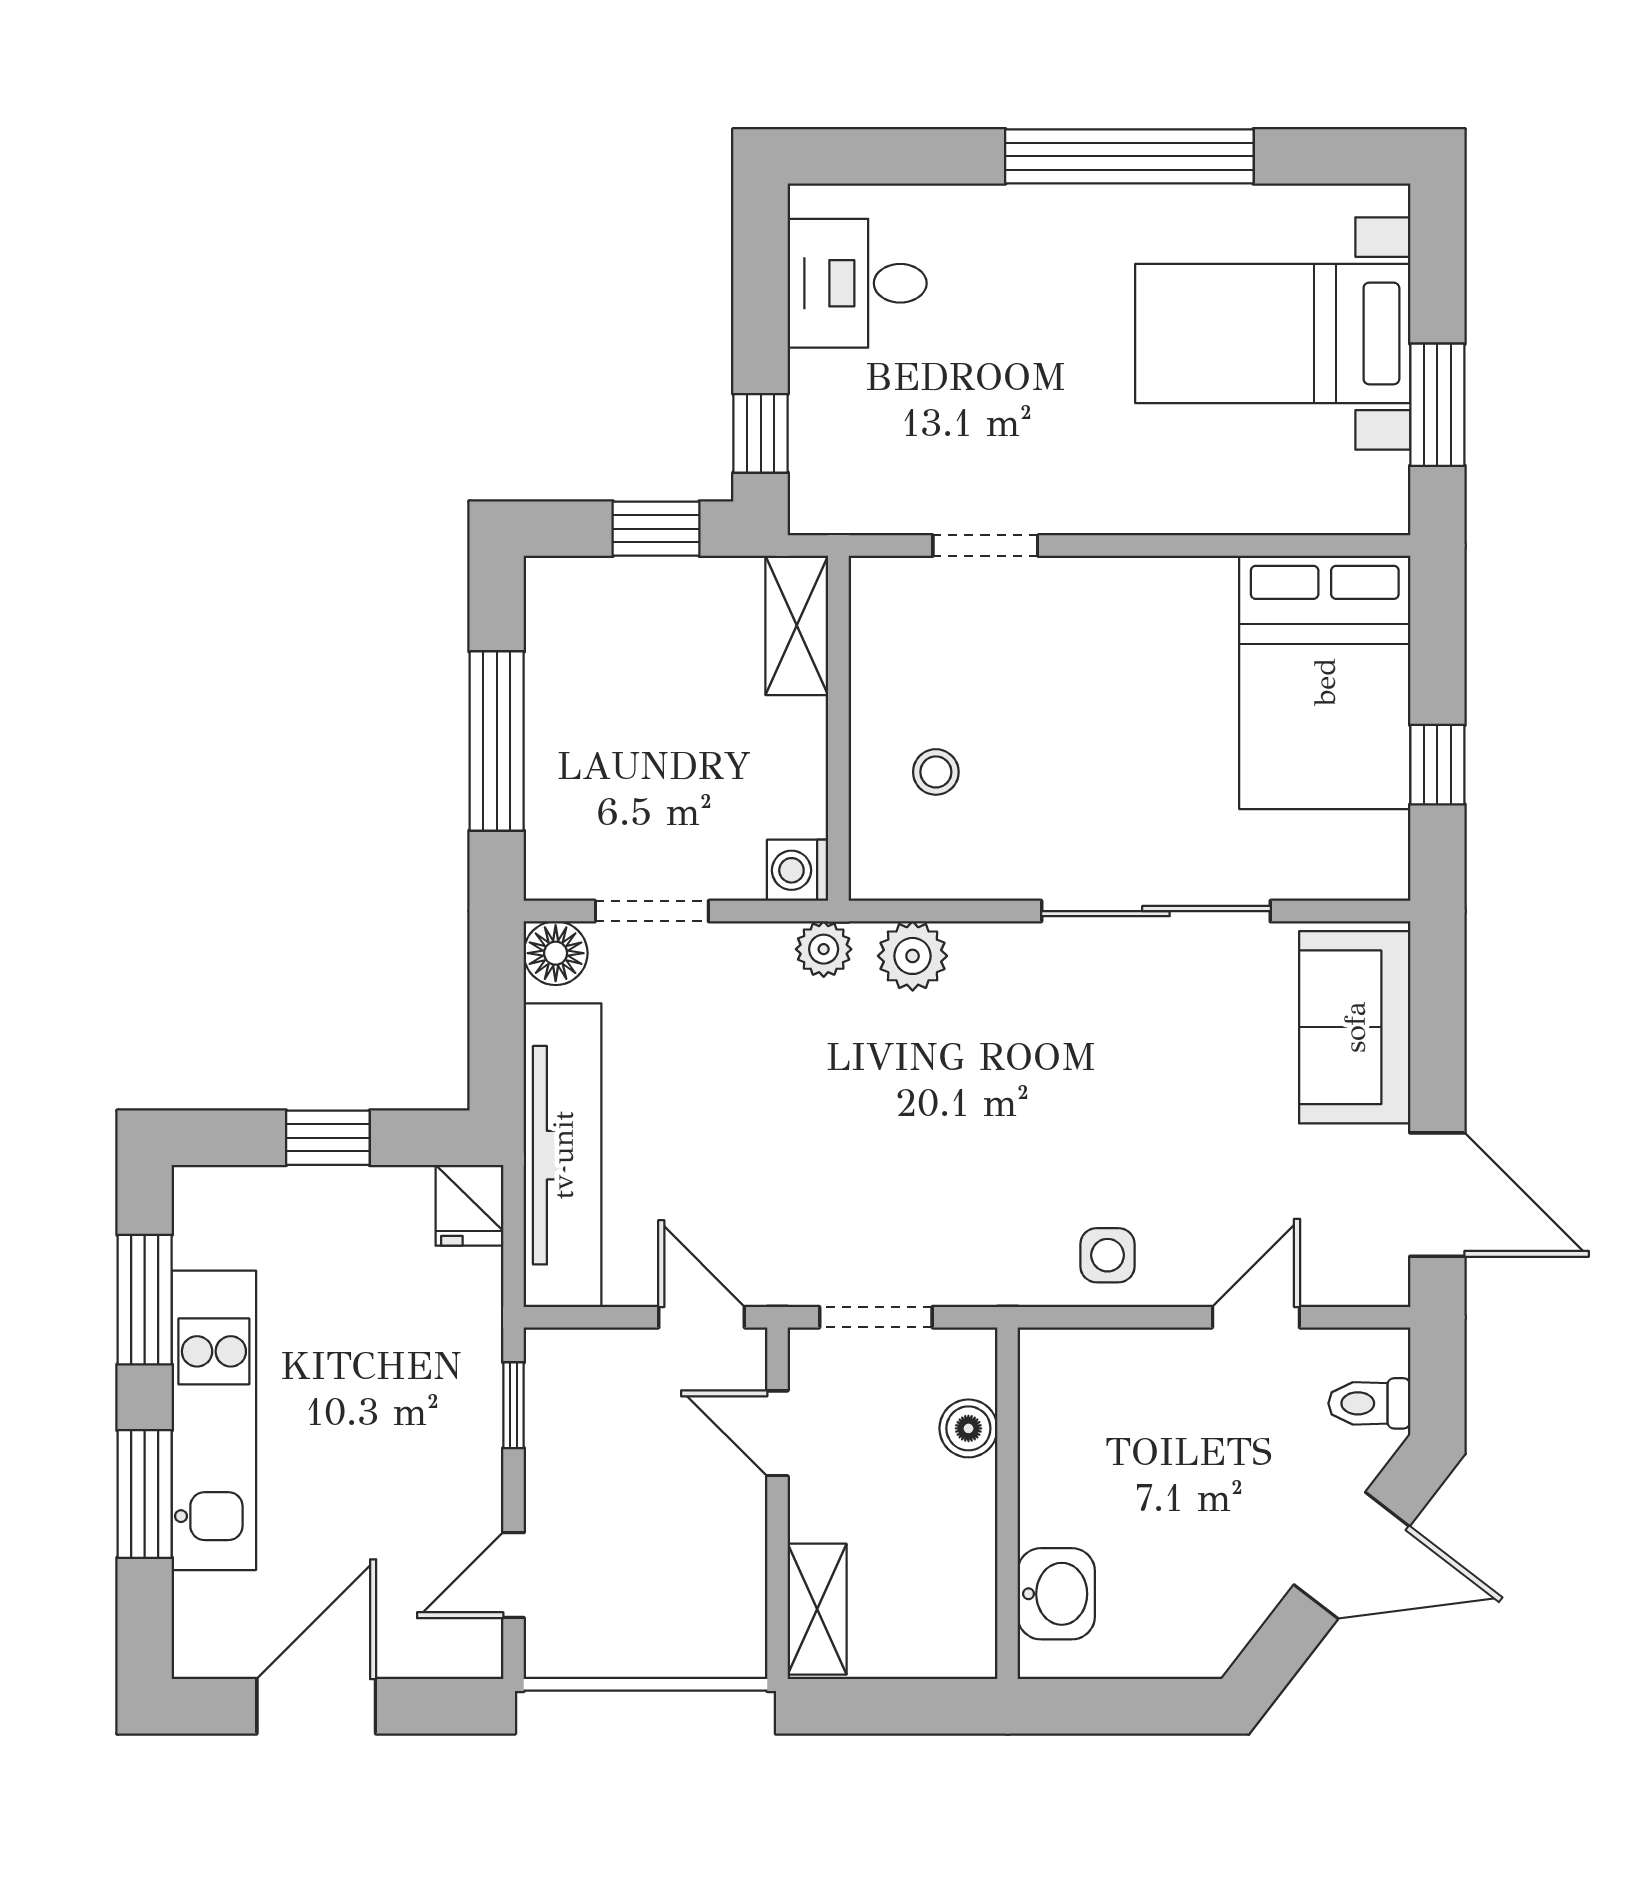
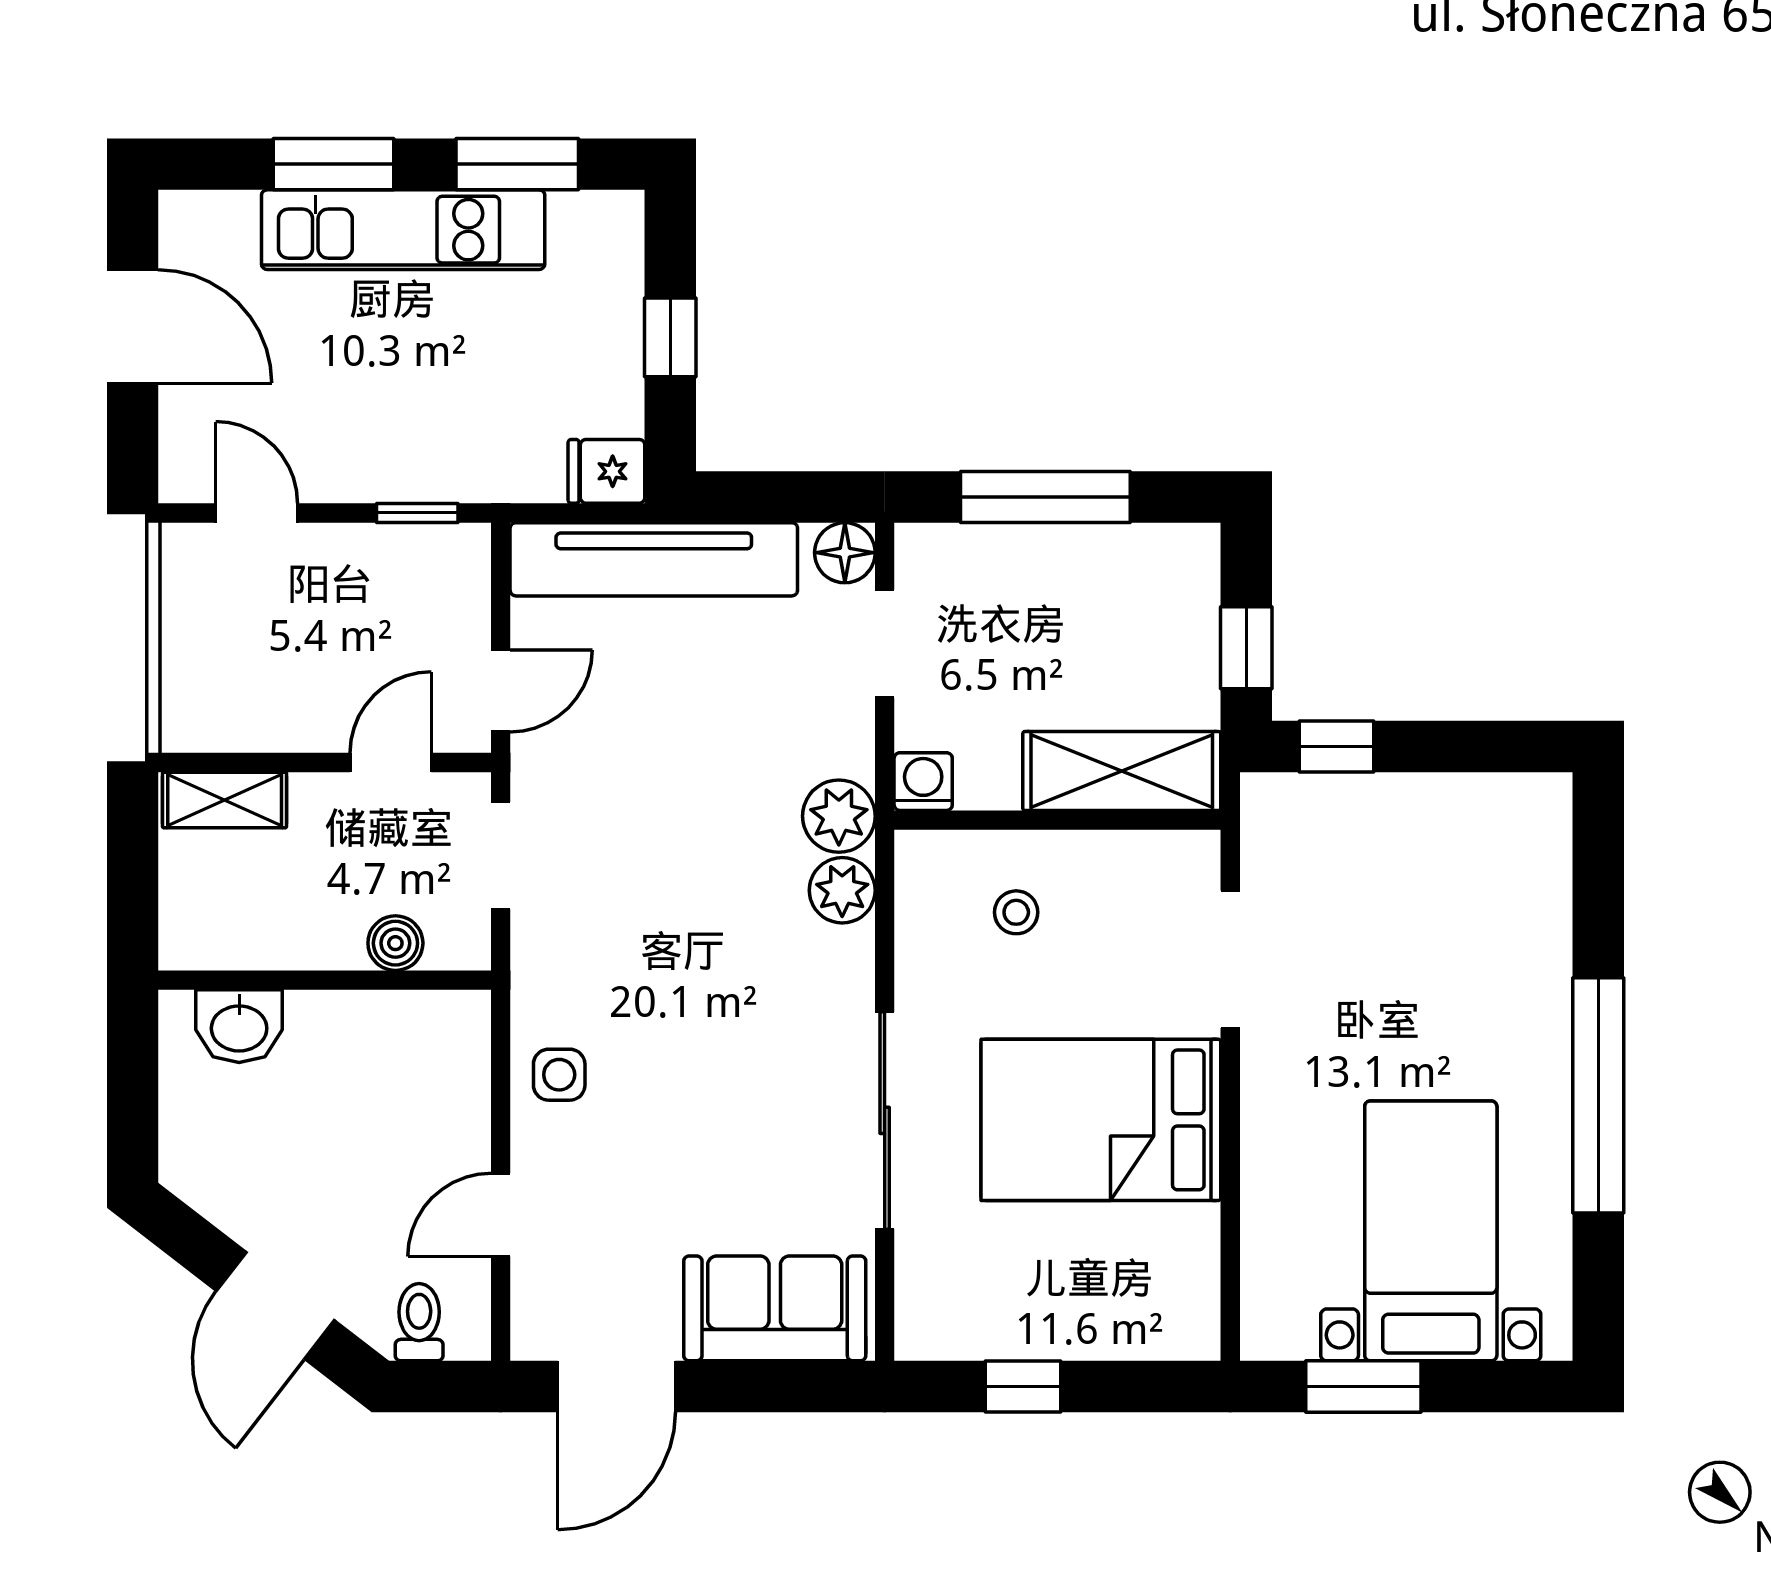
desk: (857, 283) -> (1478, 838), removed
doorway: (985, 546) -> (1230, 959), width x1.38
shelving: (797, 625) -> (1122, 771), width x1.50, depth x1.33
bed: (1325, 682) -> (1101, 1120), moved
plant: (824, 949) -> (839, 816), width x1.38, depth x1.38
door: (1256, 1317) -> (501, 1215), swing flipped

